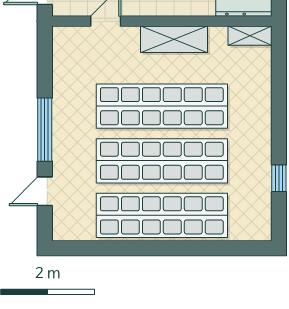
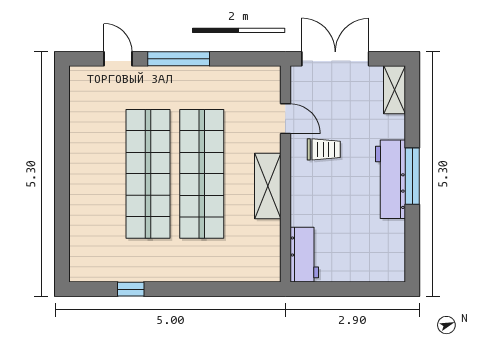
shelving: (250, 36) -> (271, 261), removed
shop shelf: (162, 215) -> (94, 174), removed

